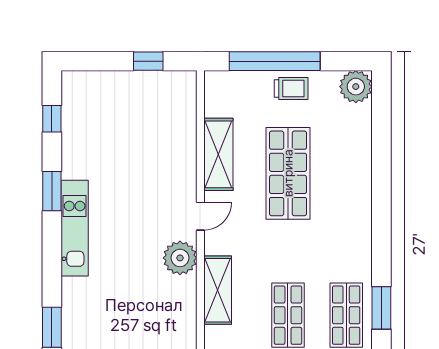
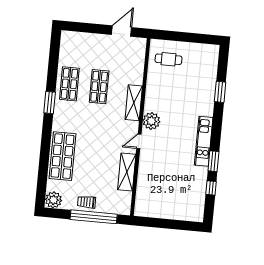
window: (148, 61) -> (158, 223), removed
window: (52, 119) -> (211, 188), moved
shop shelf: (288, 173) -> (63, 156), moved
window: (381, 308) -> (50, 103), moved

